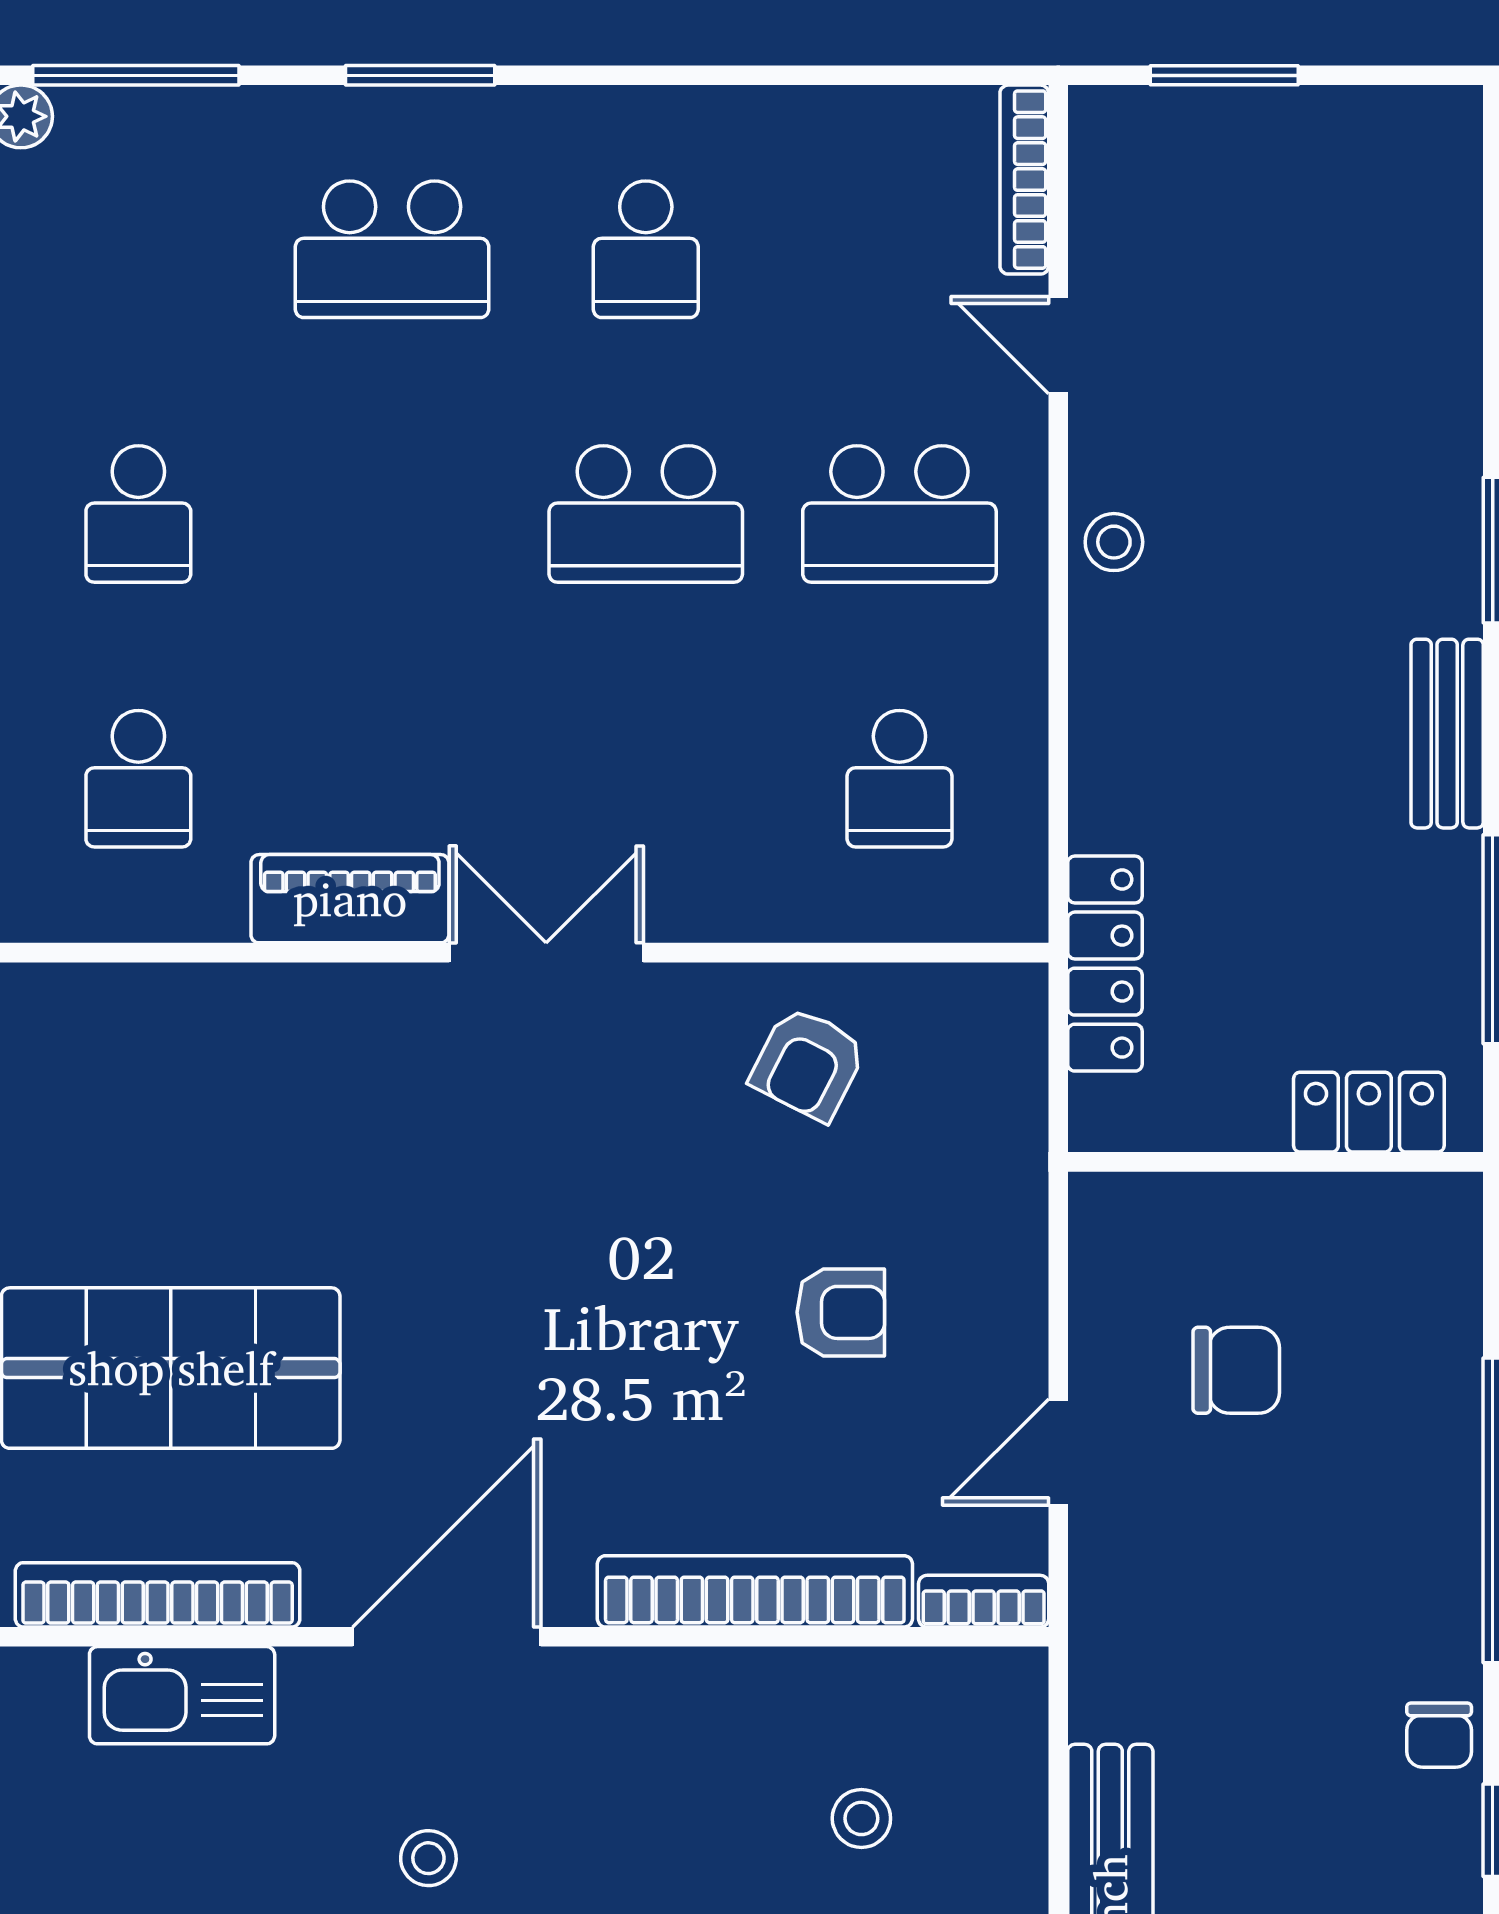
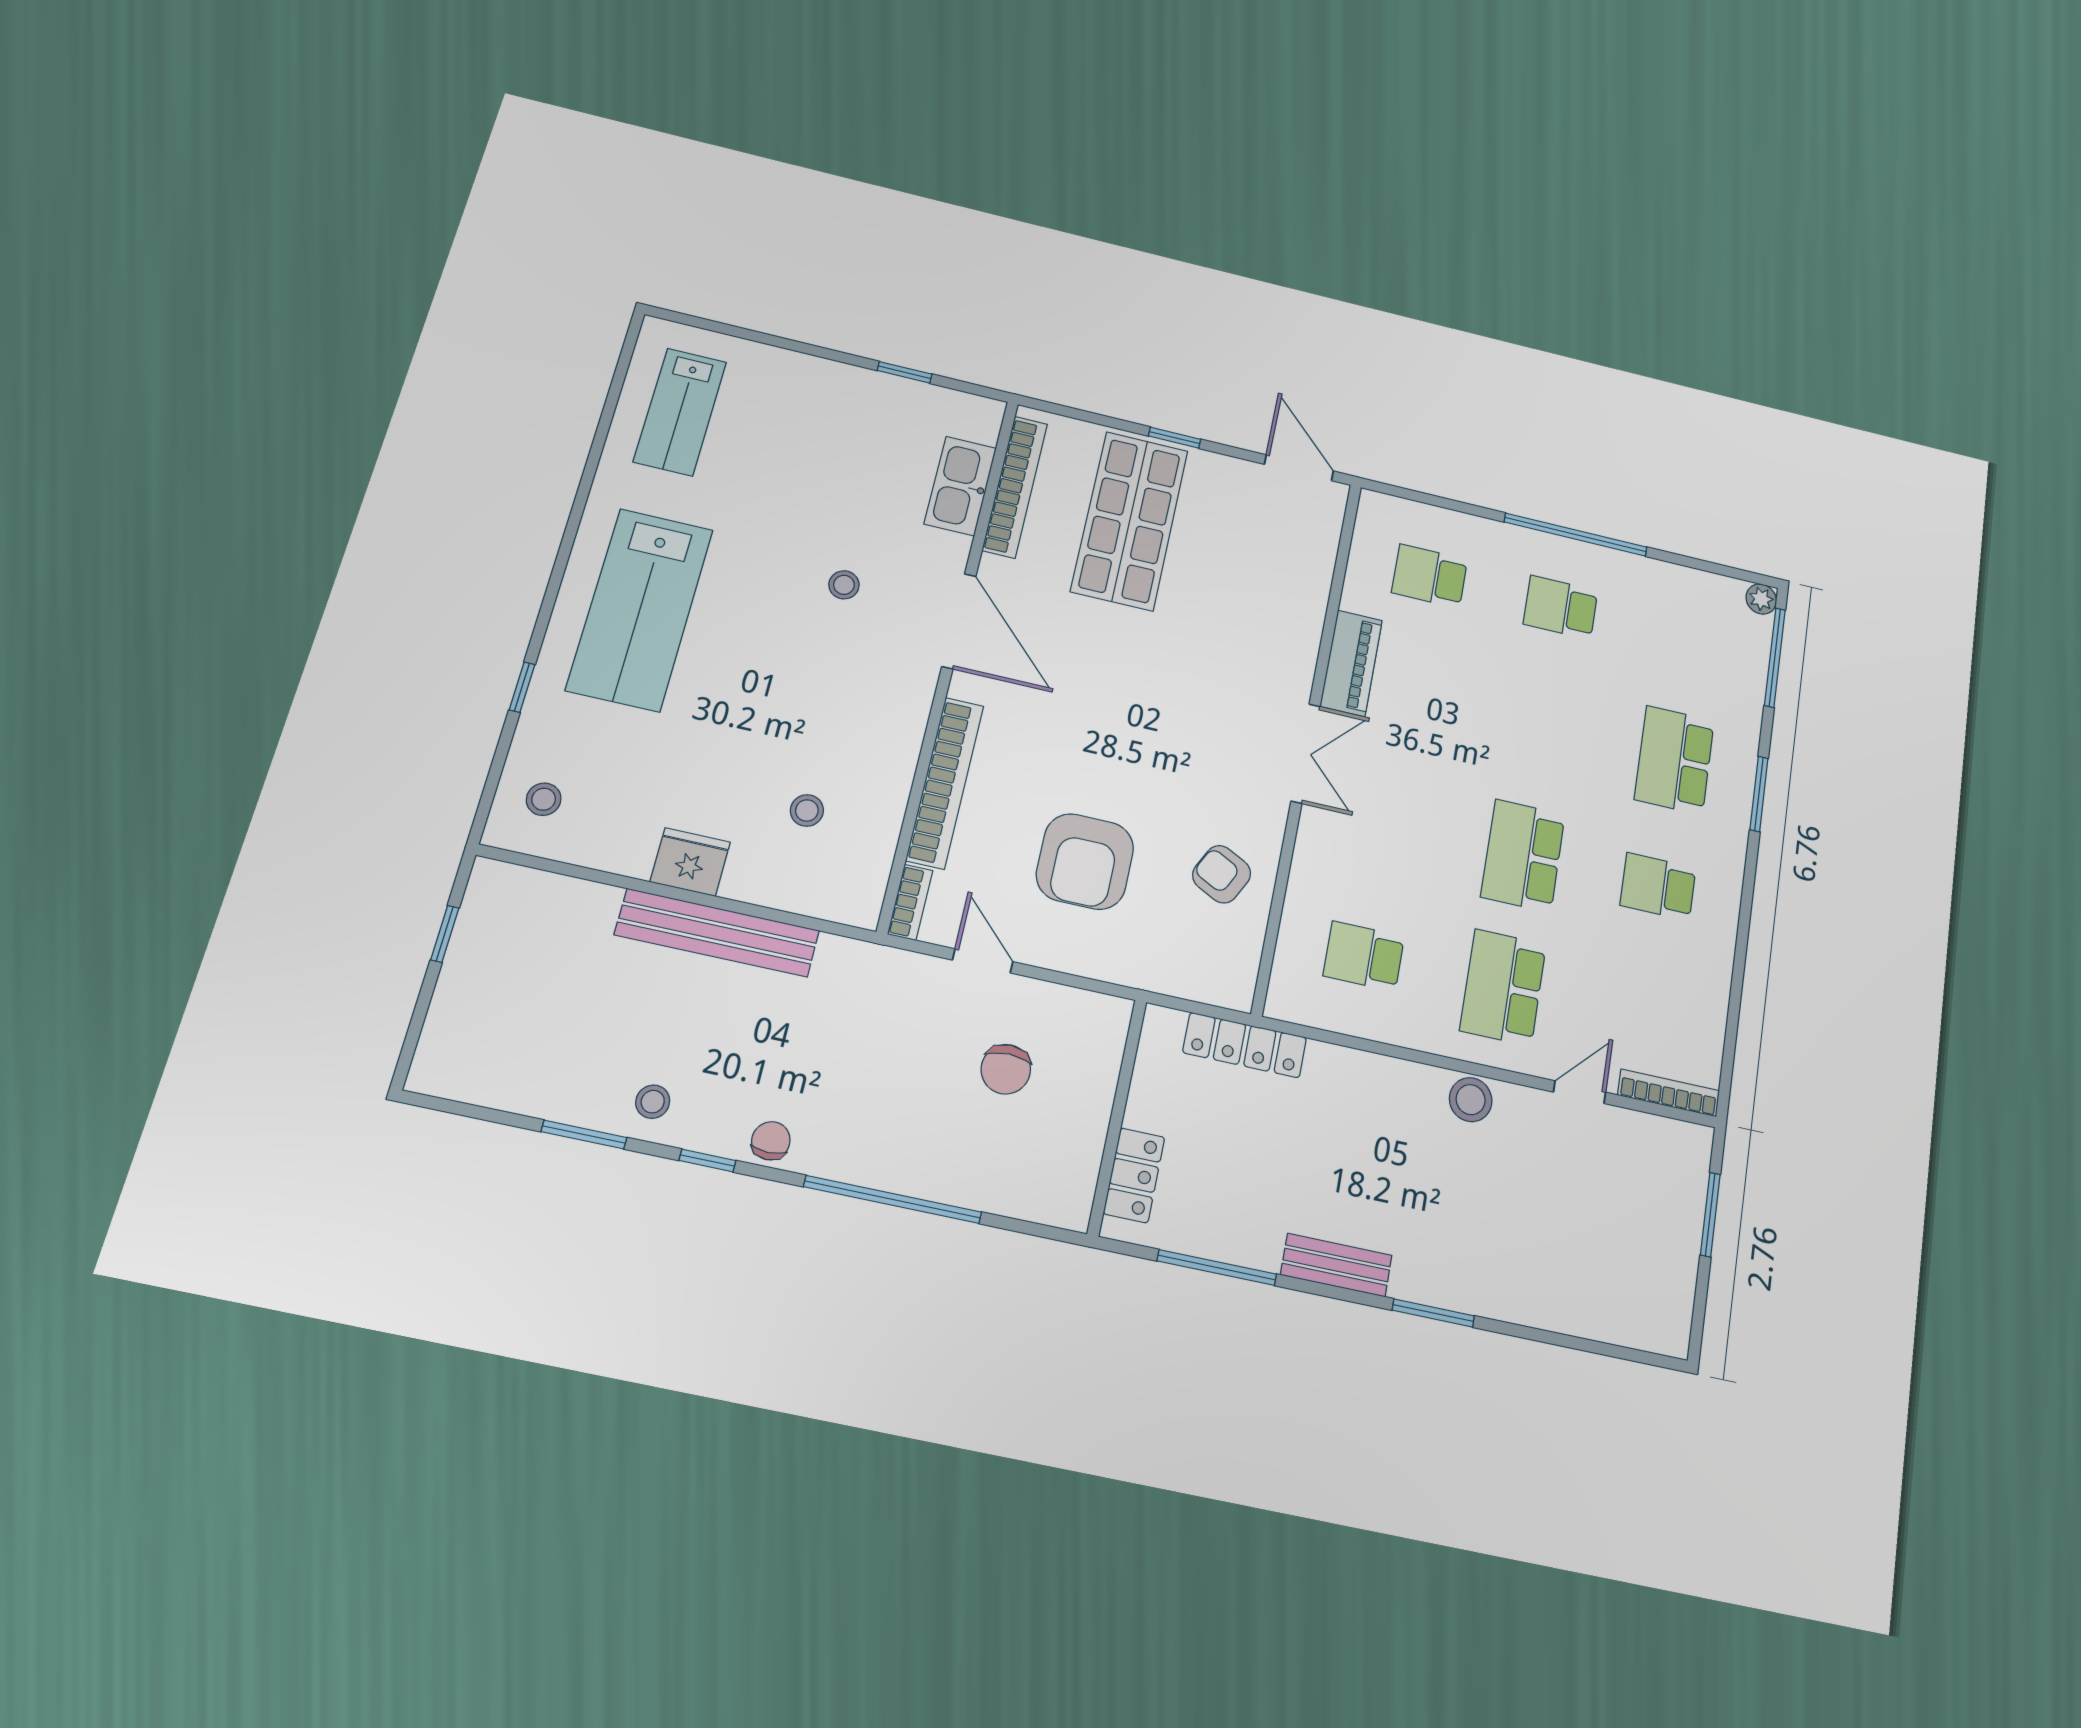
stool: (1114, 542) -> (1471, 1100), width x1.37, depth x1.37
armchair: (841, 1312) -> (1085, 861), width x1.88, depth x1.88
chair: (1439, 1735) -> (771, 1141), turned 90

